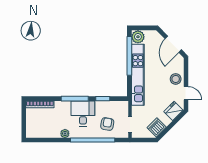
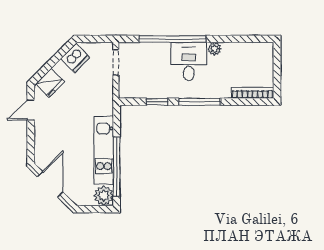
kitchen unit: (138, 75) -> (104, 150), width x0.73
stool: (176, 79) -> (46, 132), removed
door: (186, 93) -> (31, 110), hinge flipped
desk: (83, 113) -> (189, 62), moved, turned 180
armchair: (107, 124) -> (150, 63), removed

